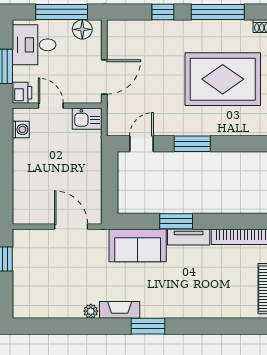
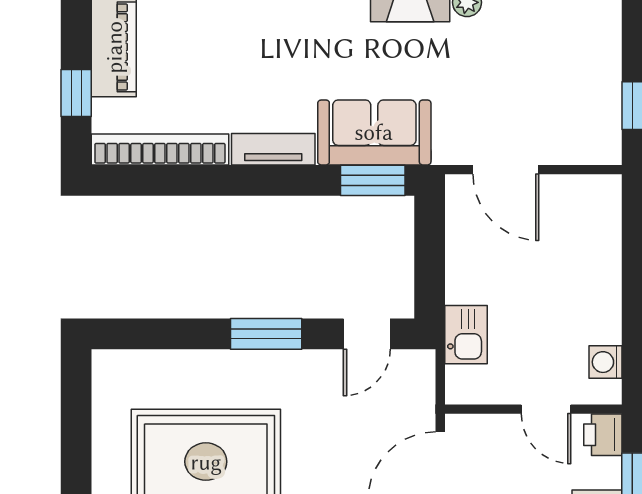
kitchen sink: (87, 119) -> (466, 335), moved, turned 90
window: (176, 221) -> (373, 180), moved

